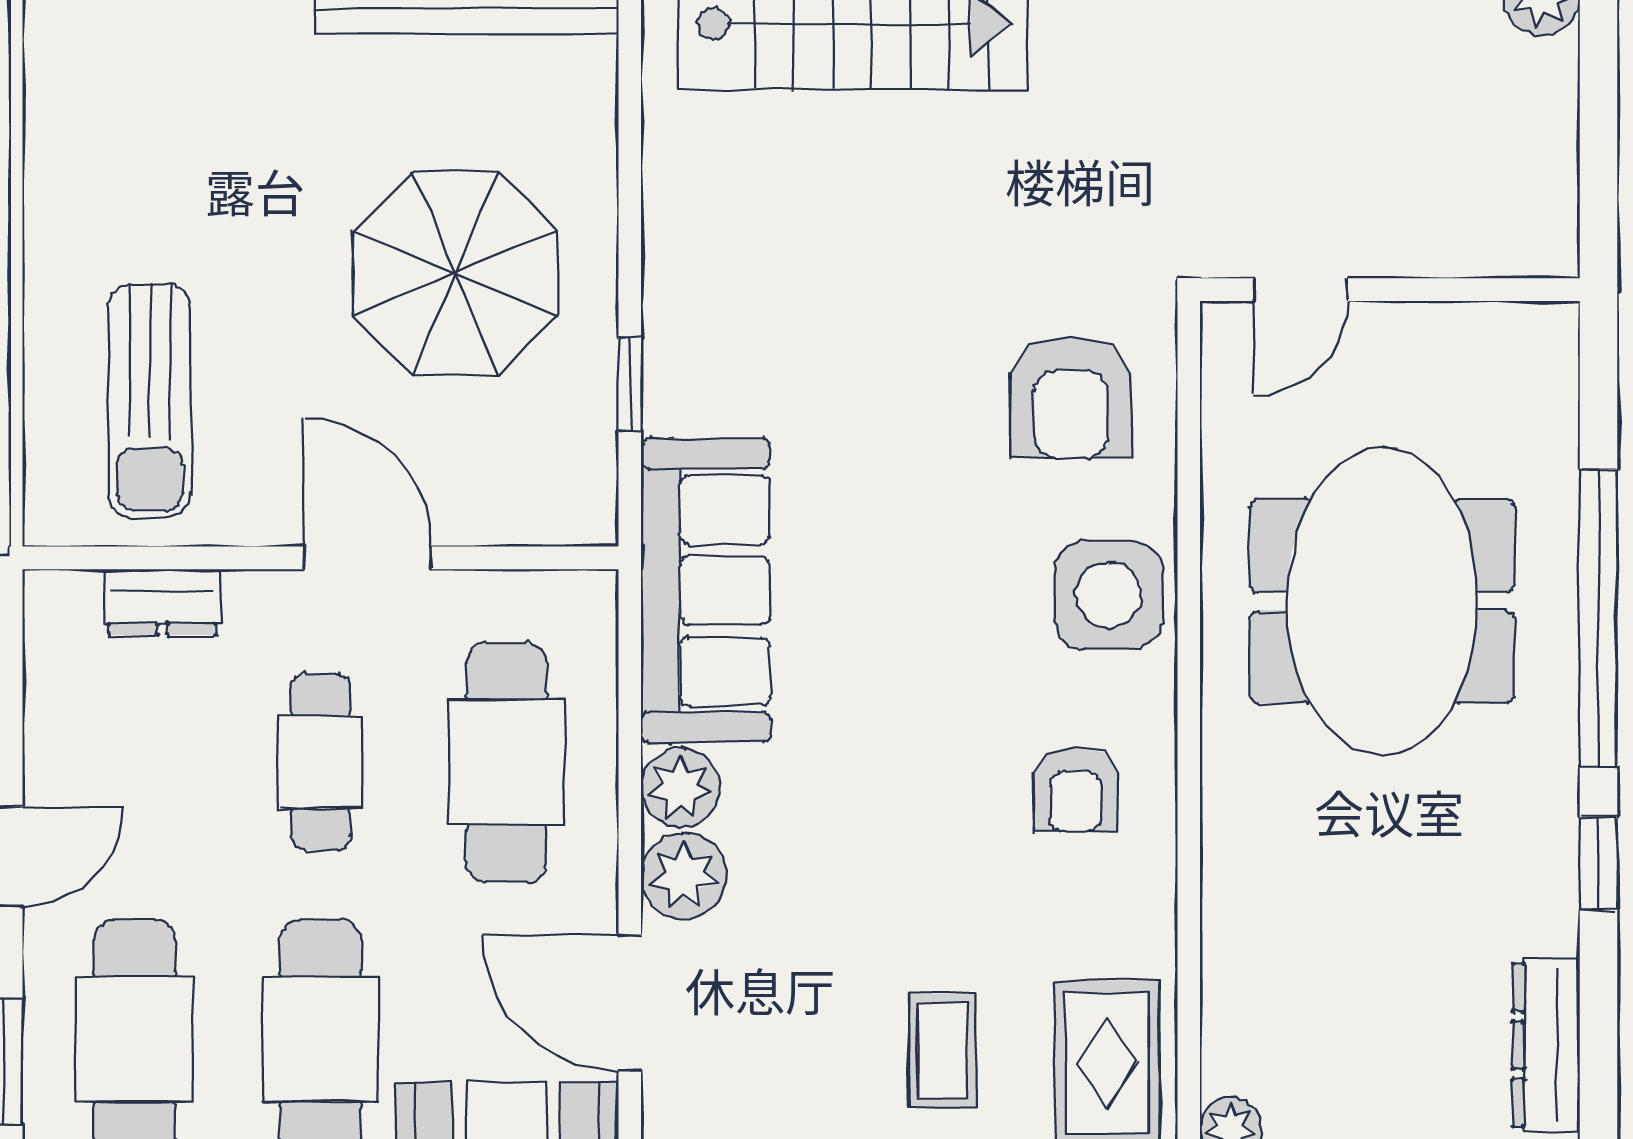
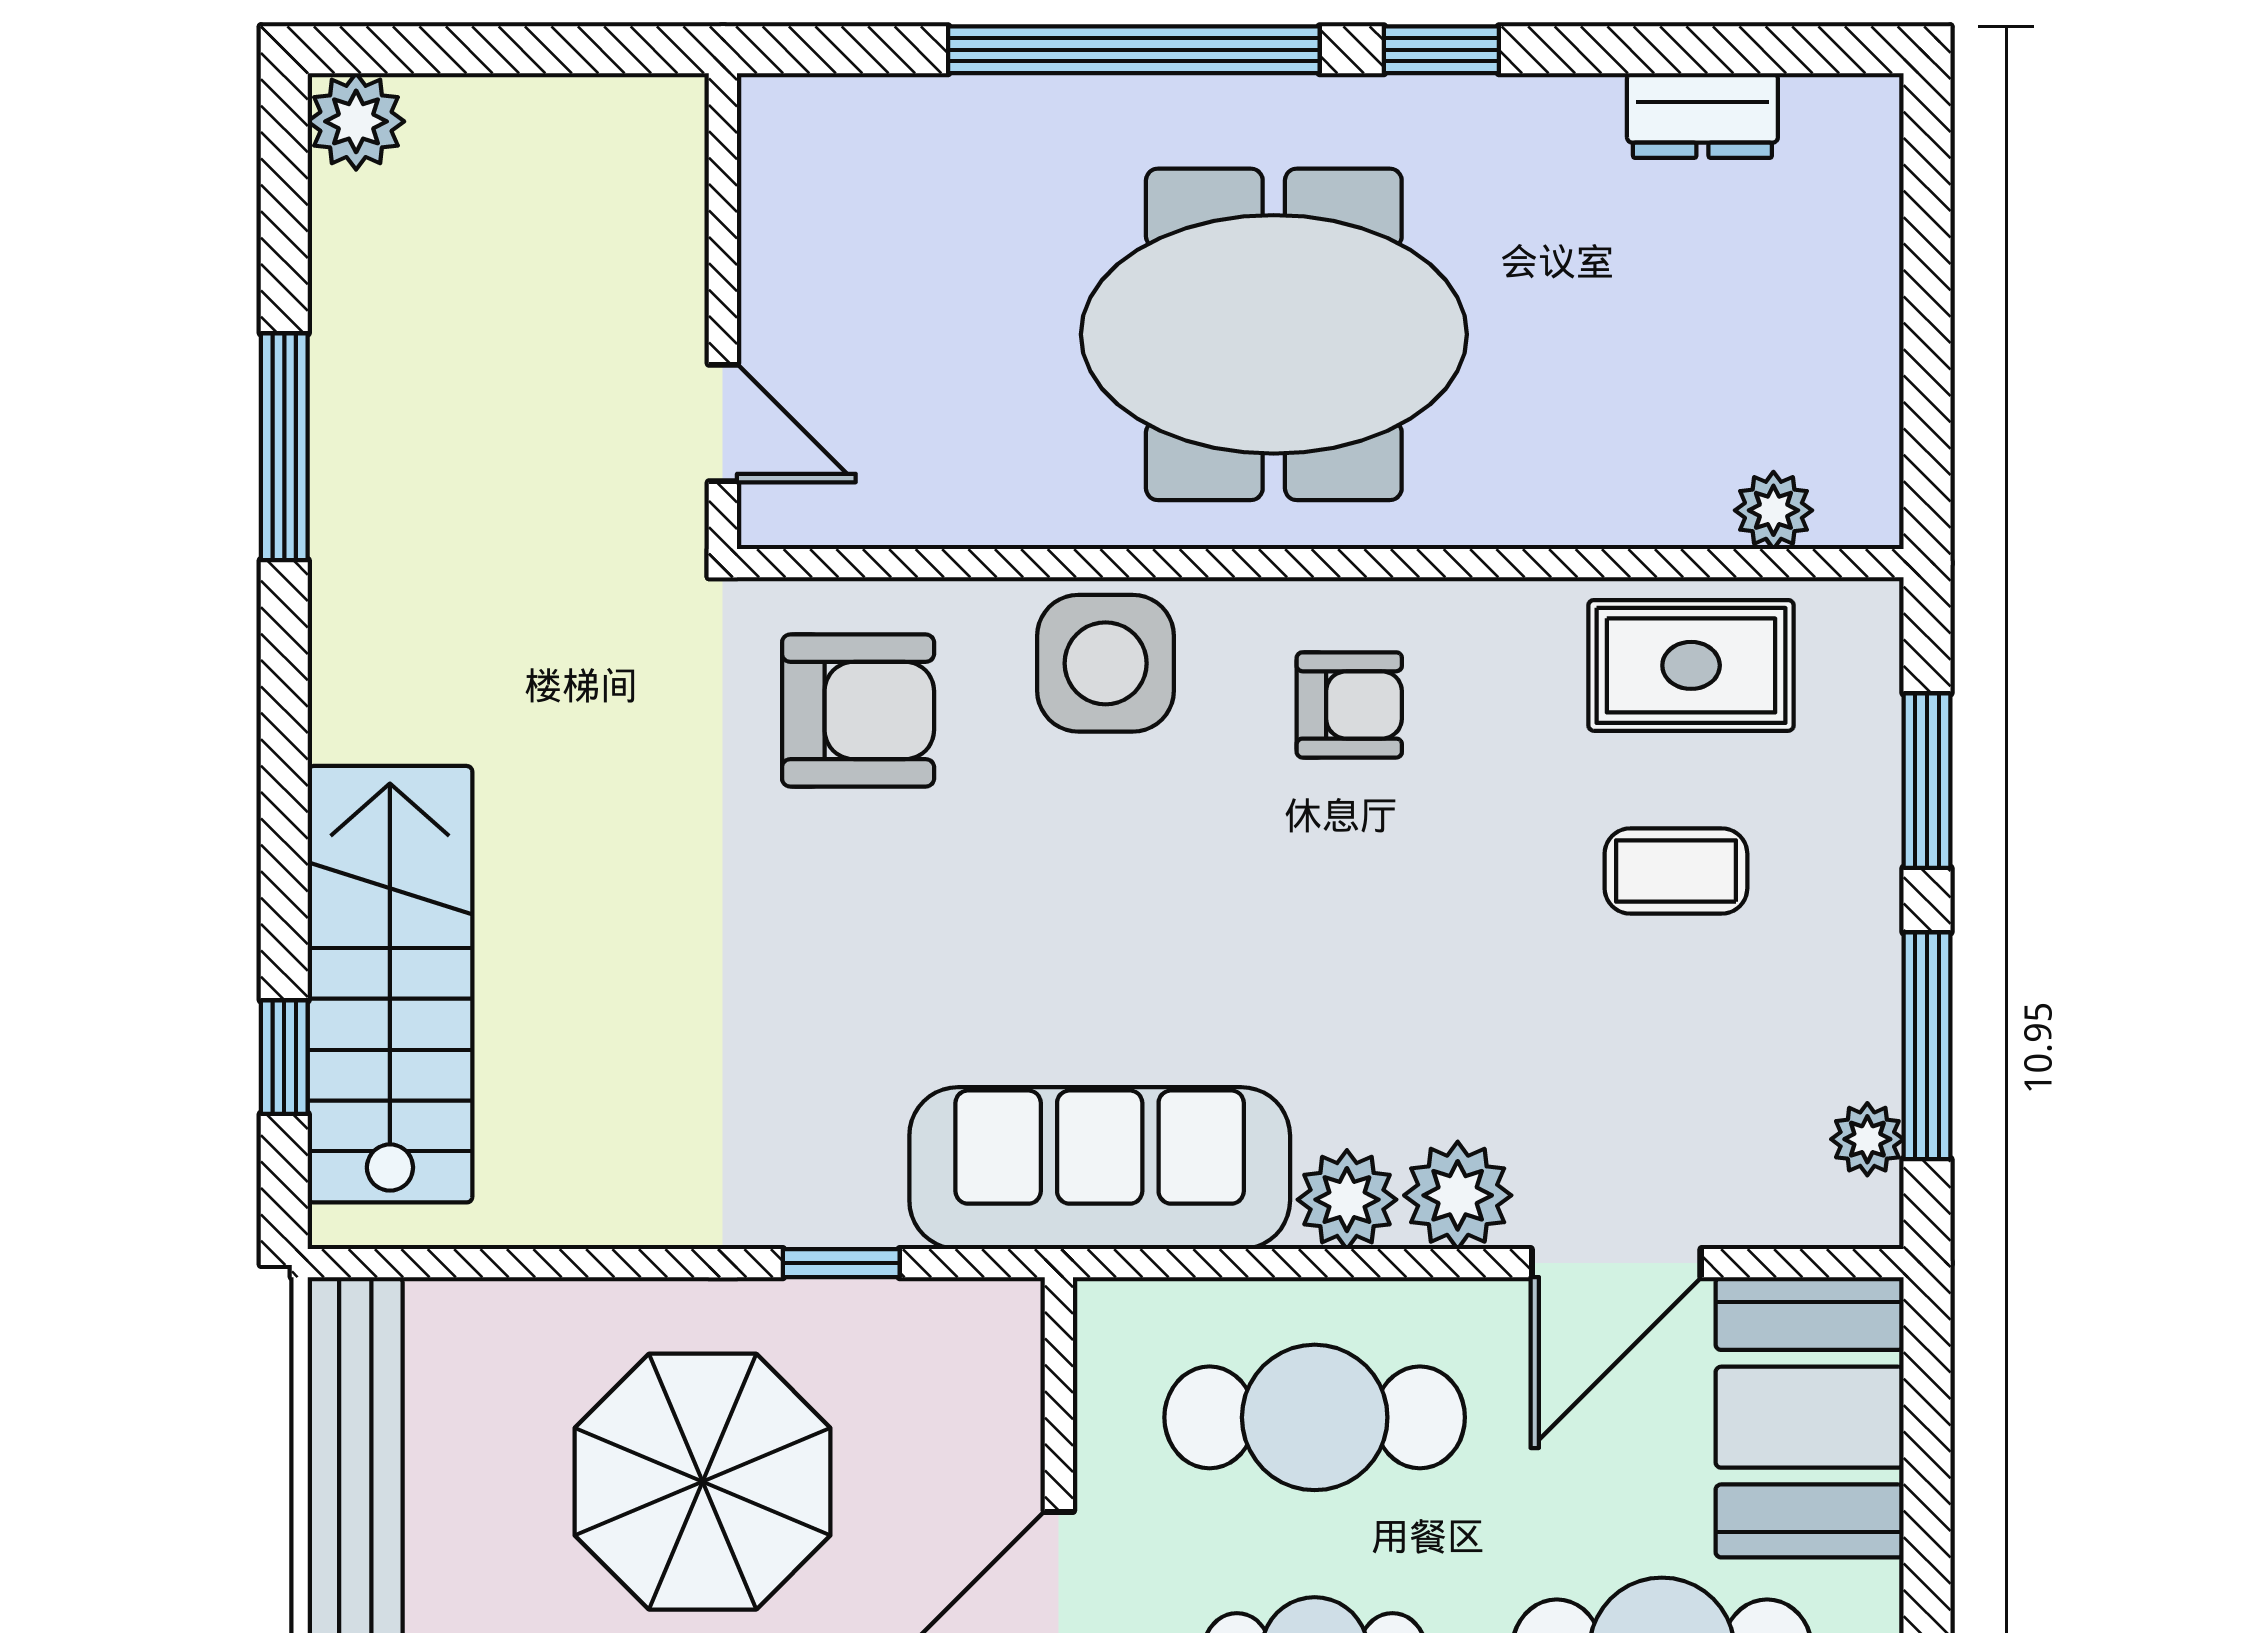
meeting table: (1382, 601) -> (1274, 334), moved
dresser: (1546, 1045) -> (1702, 115), width x0.70

